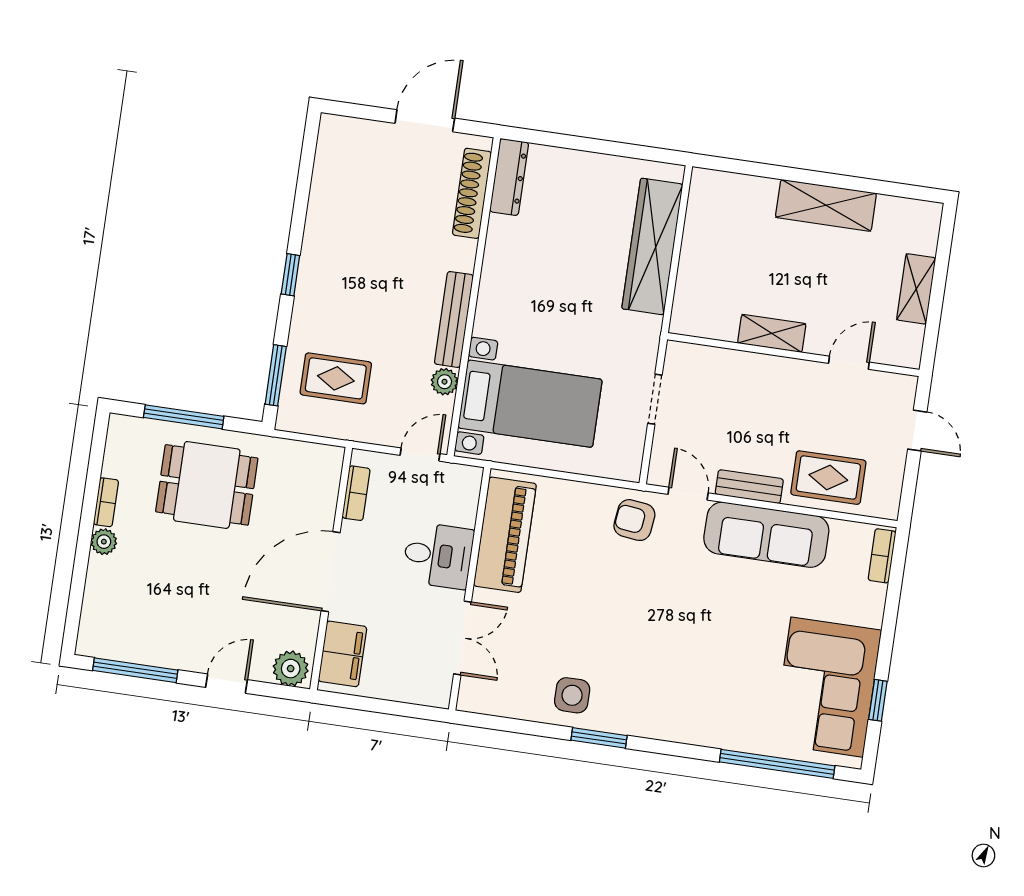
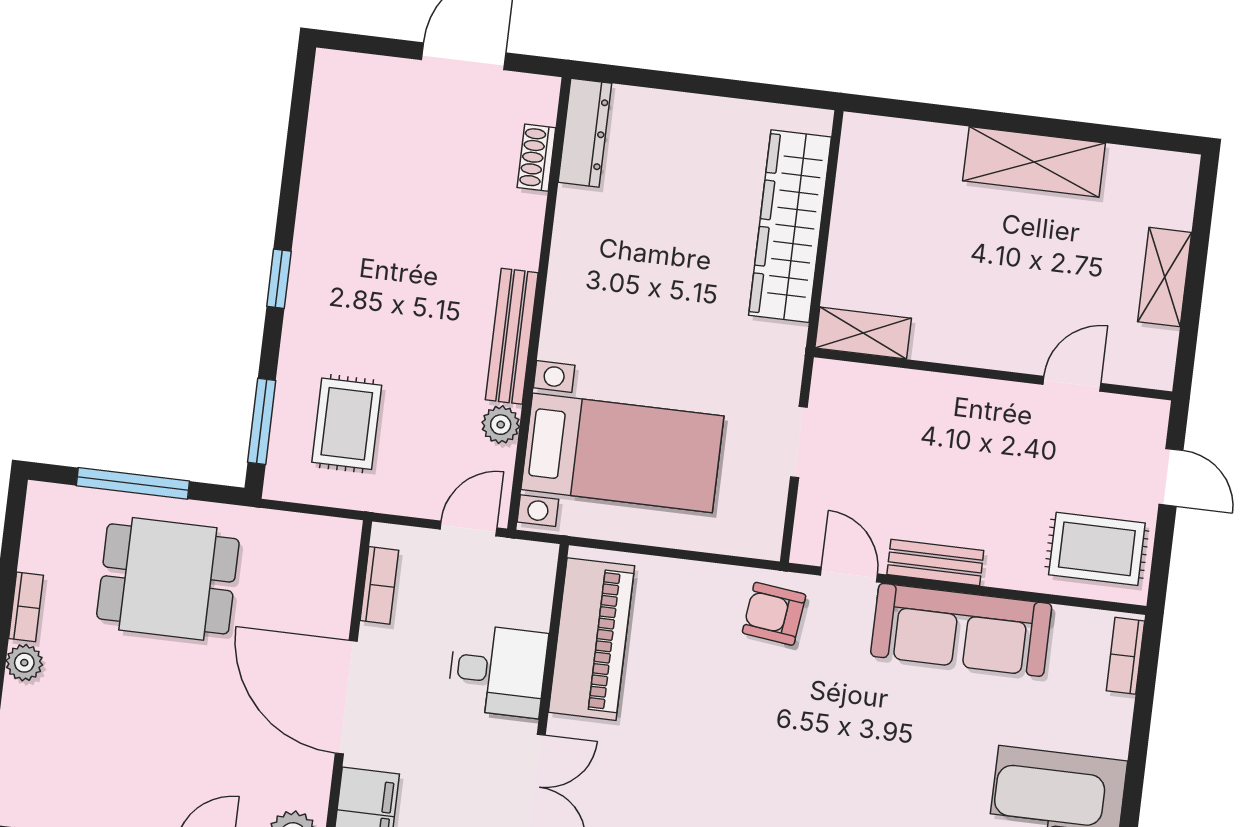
shoe rack: (472, 193) -> (536, 158), width x0.51, depth x0.81
shelving: (772, 333) -> (863, 333), moved
rug: (336, 378) -> (347, 424), turned 90
rug: (828, 478) -> (1097, 549), moved
door: (331, 572) -> (346, 697), hinge flipped

